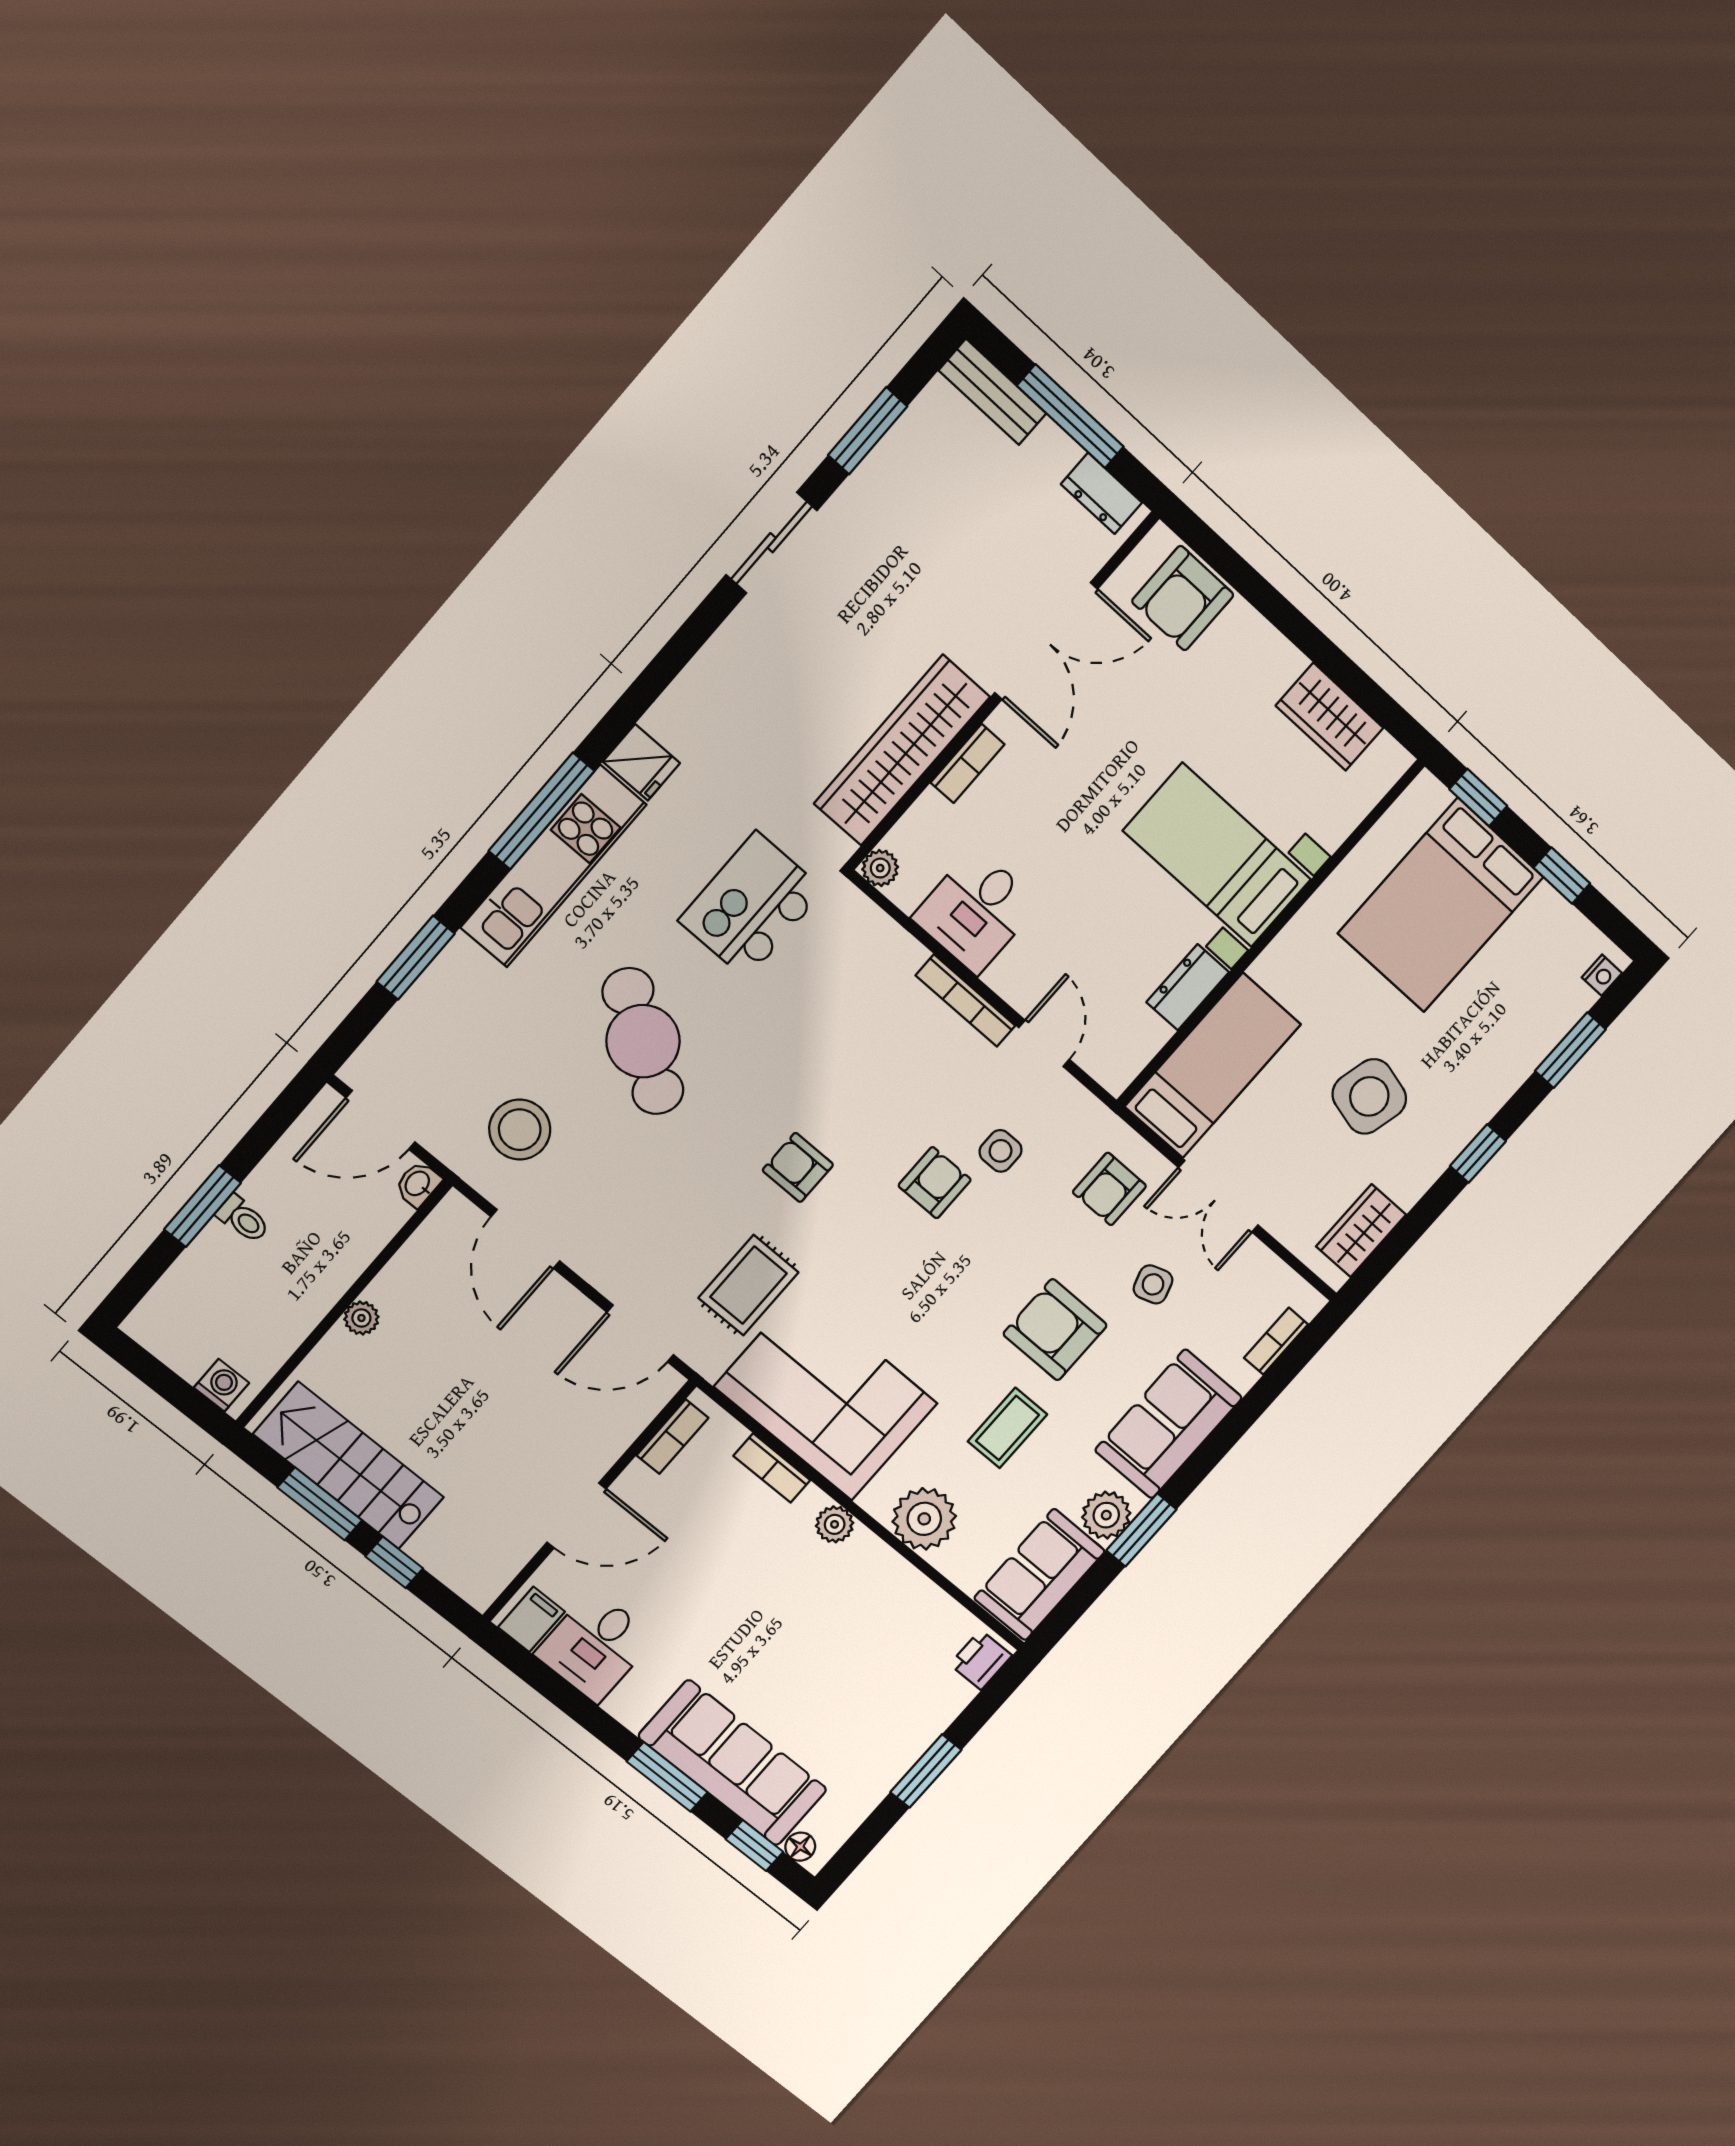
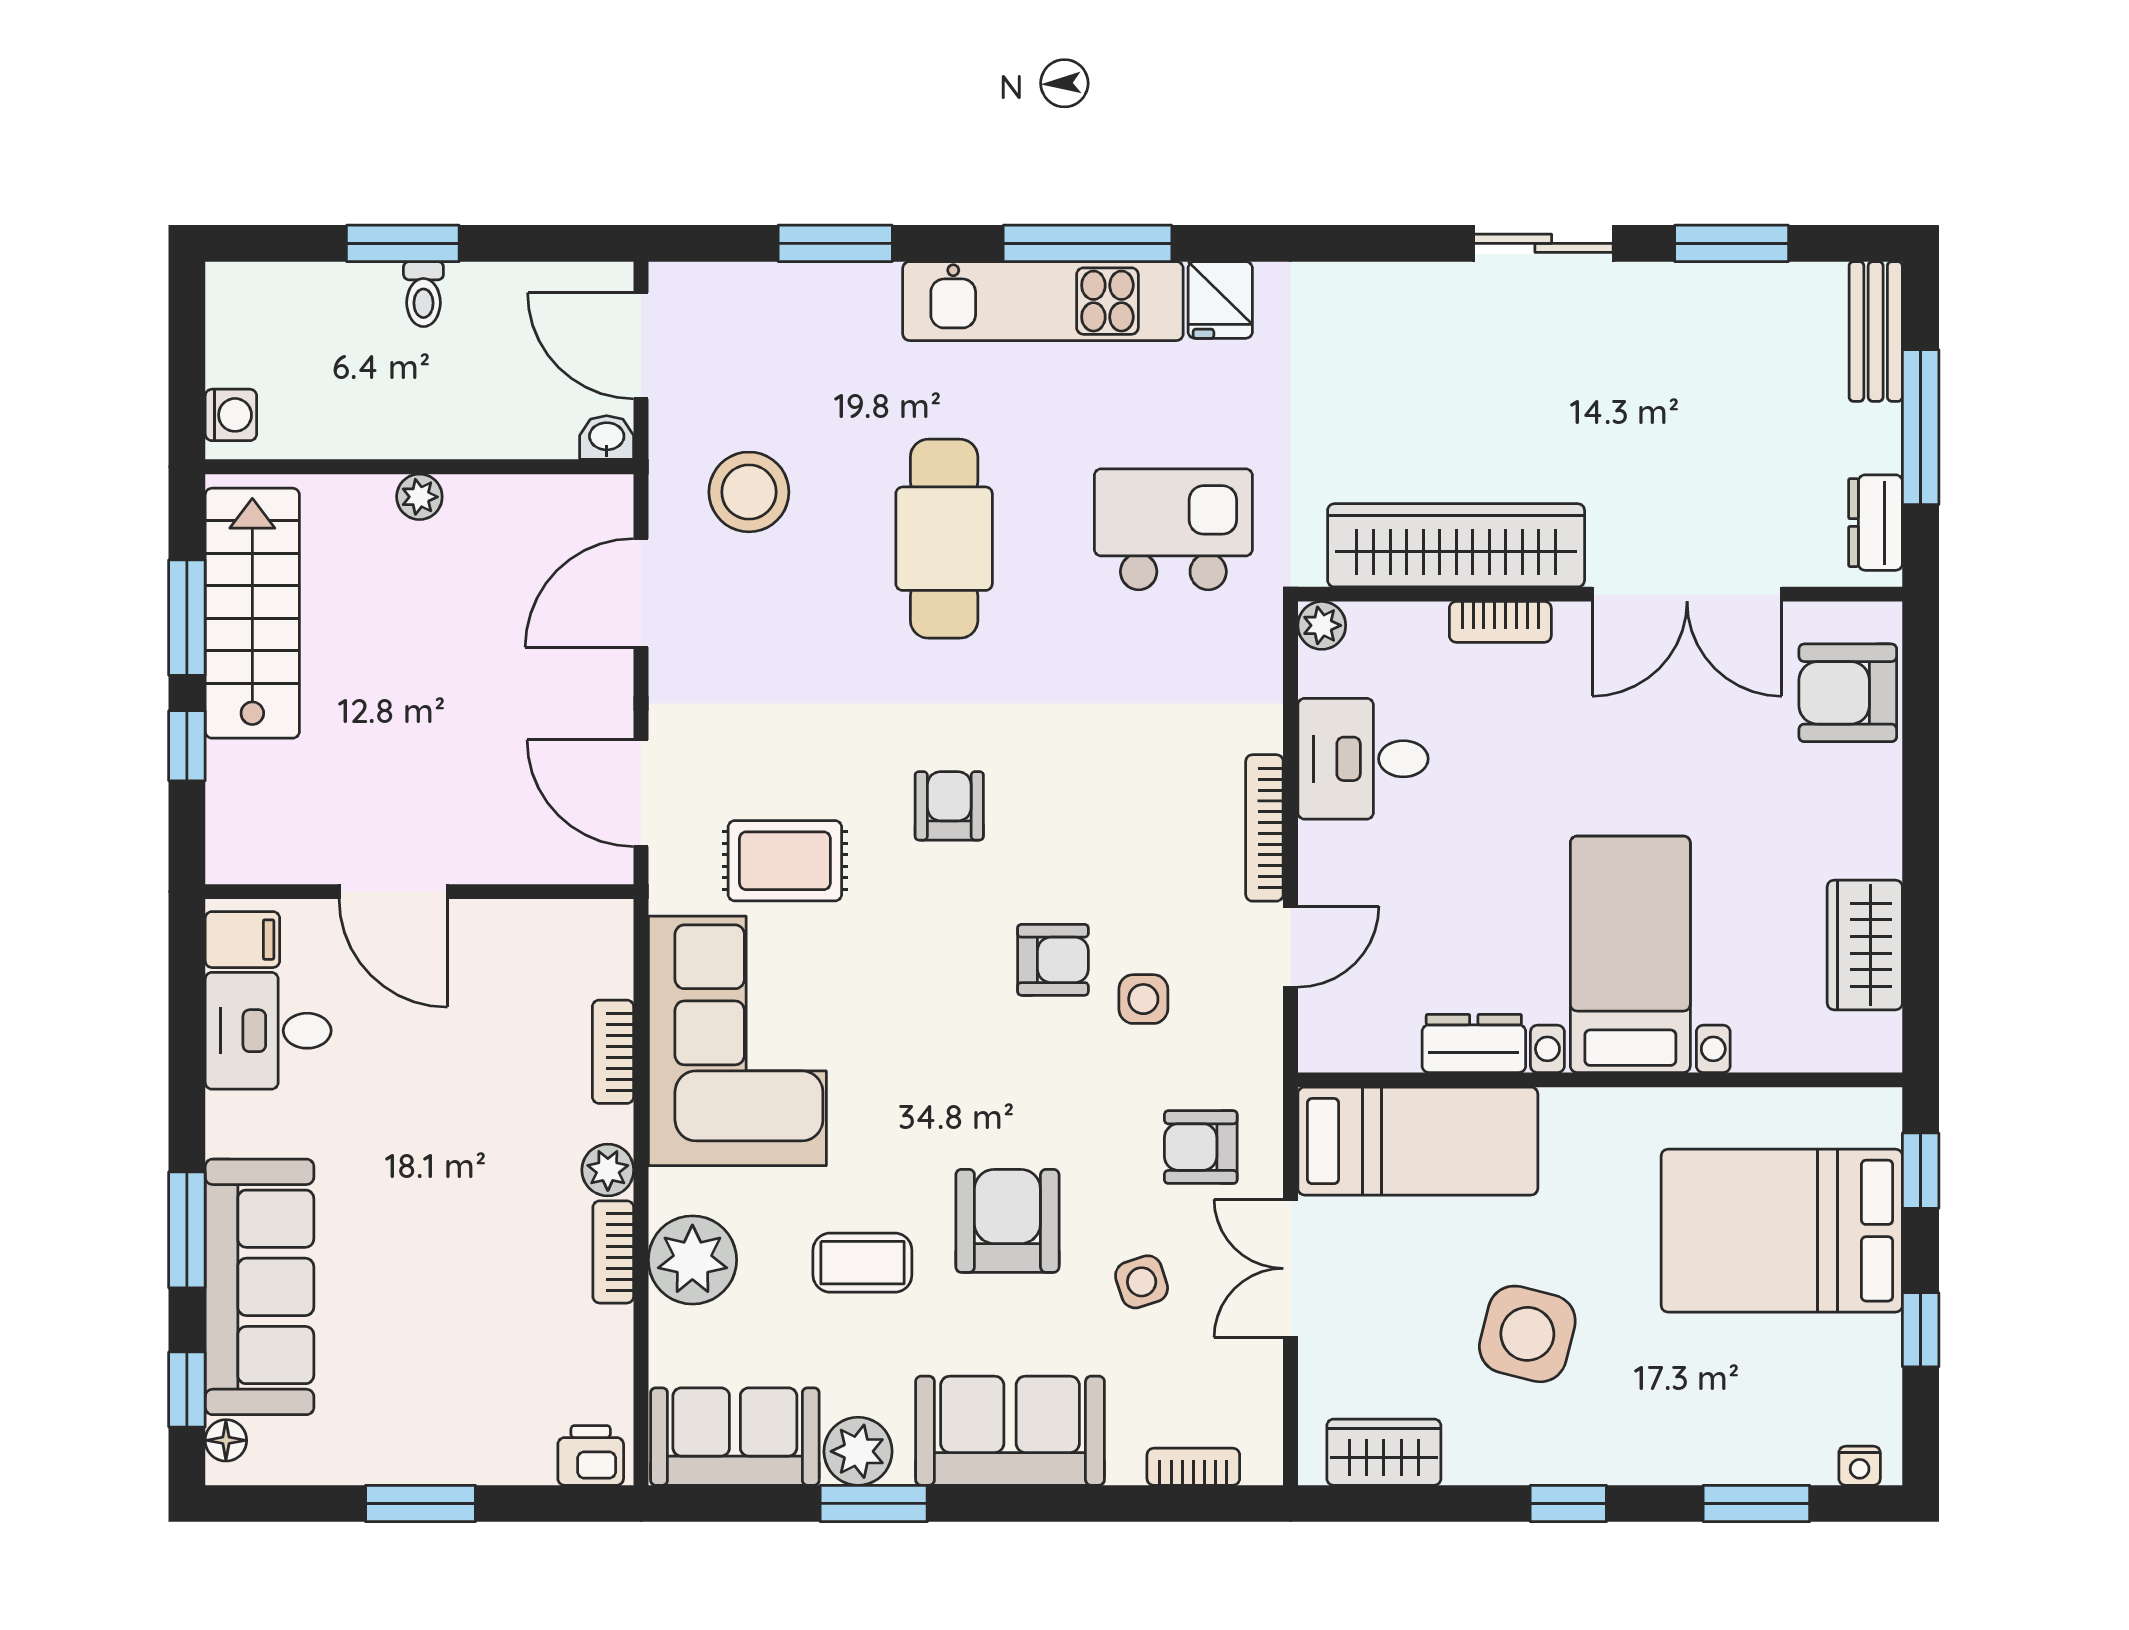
cafe table: (643, 1041) -> (944, 539), turned -33
bookcase: (672, 1437) -> (613, 1252), moved, turned 90

